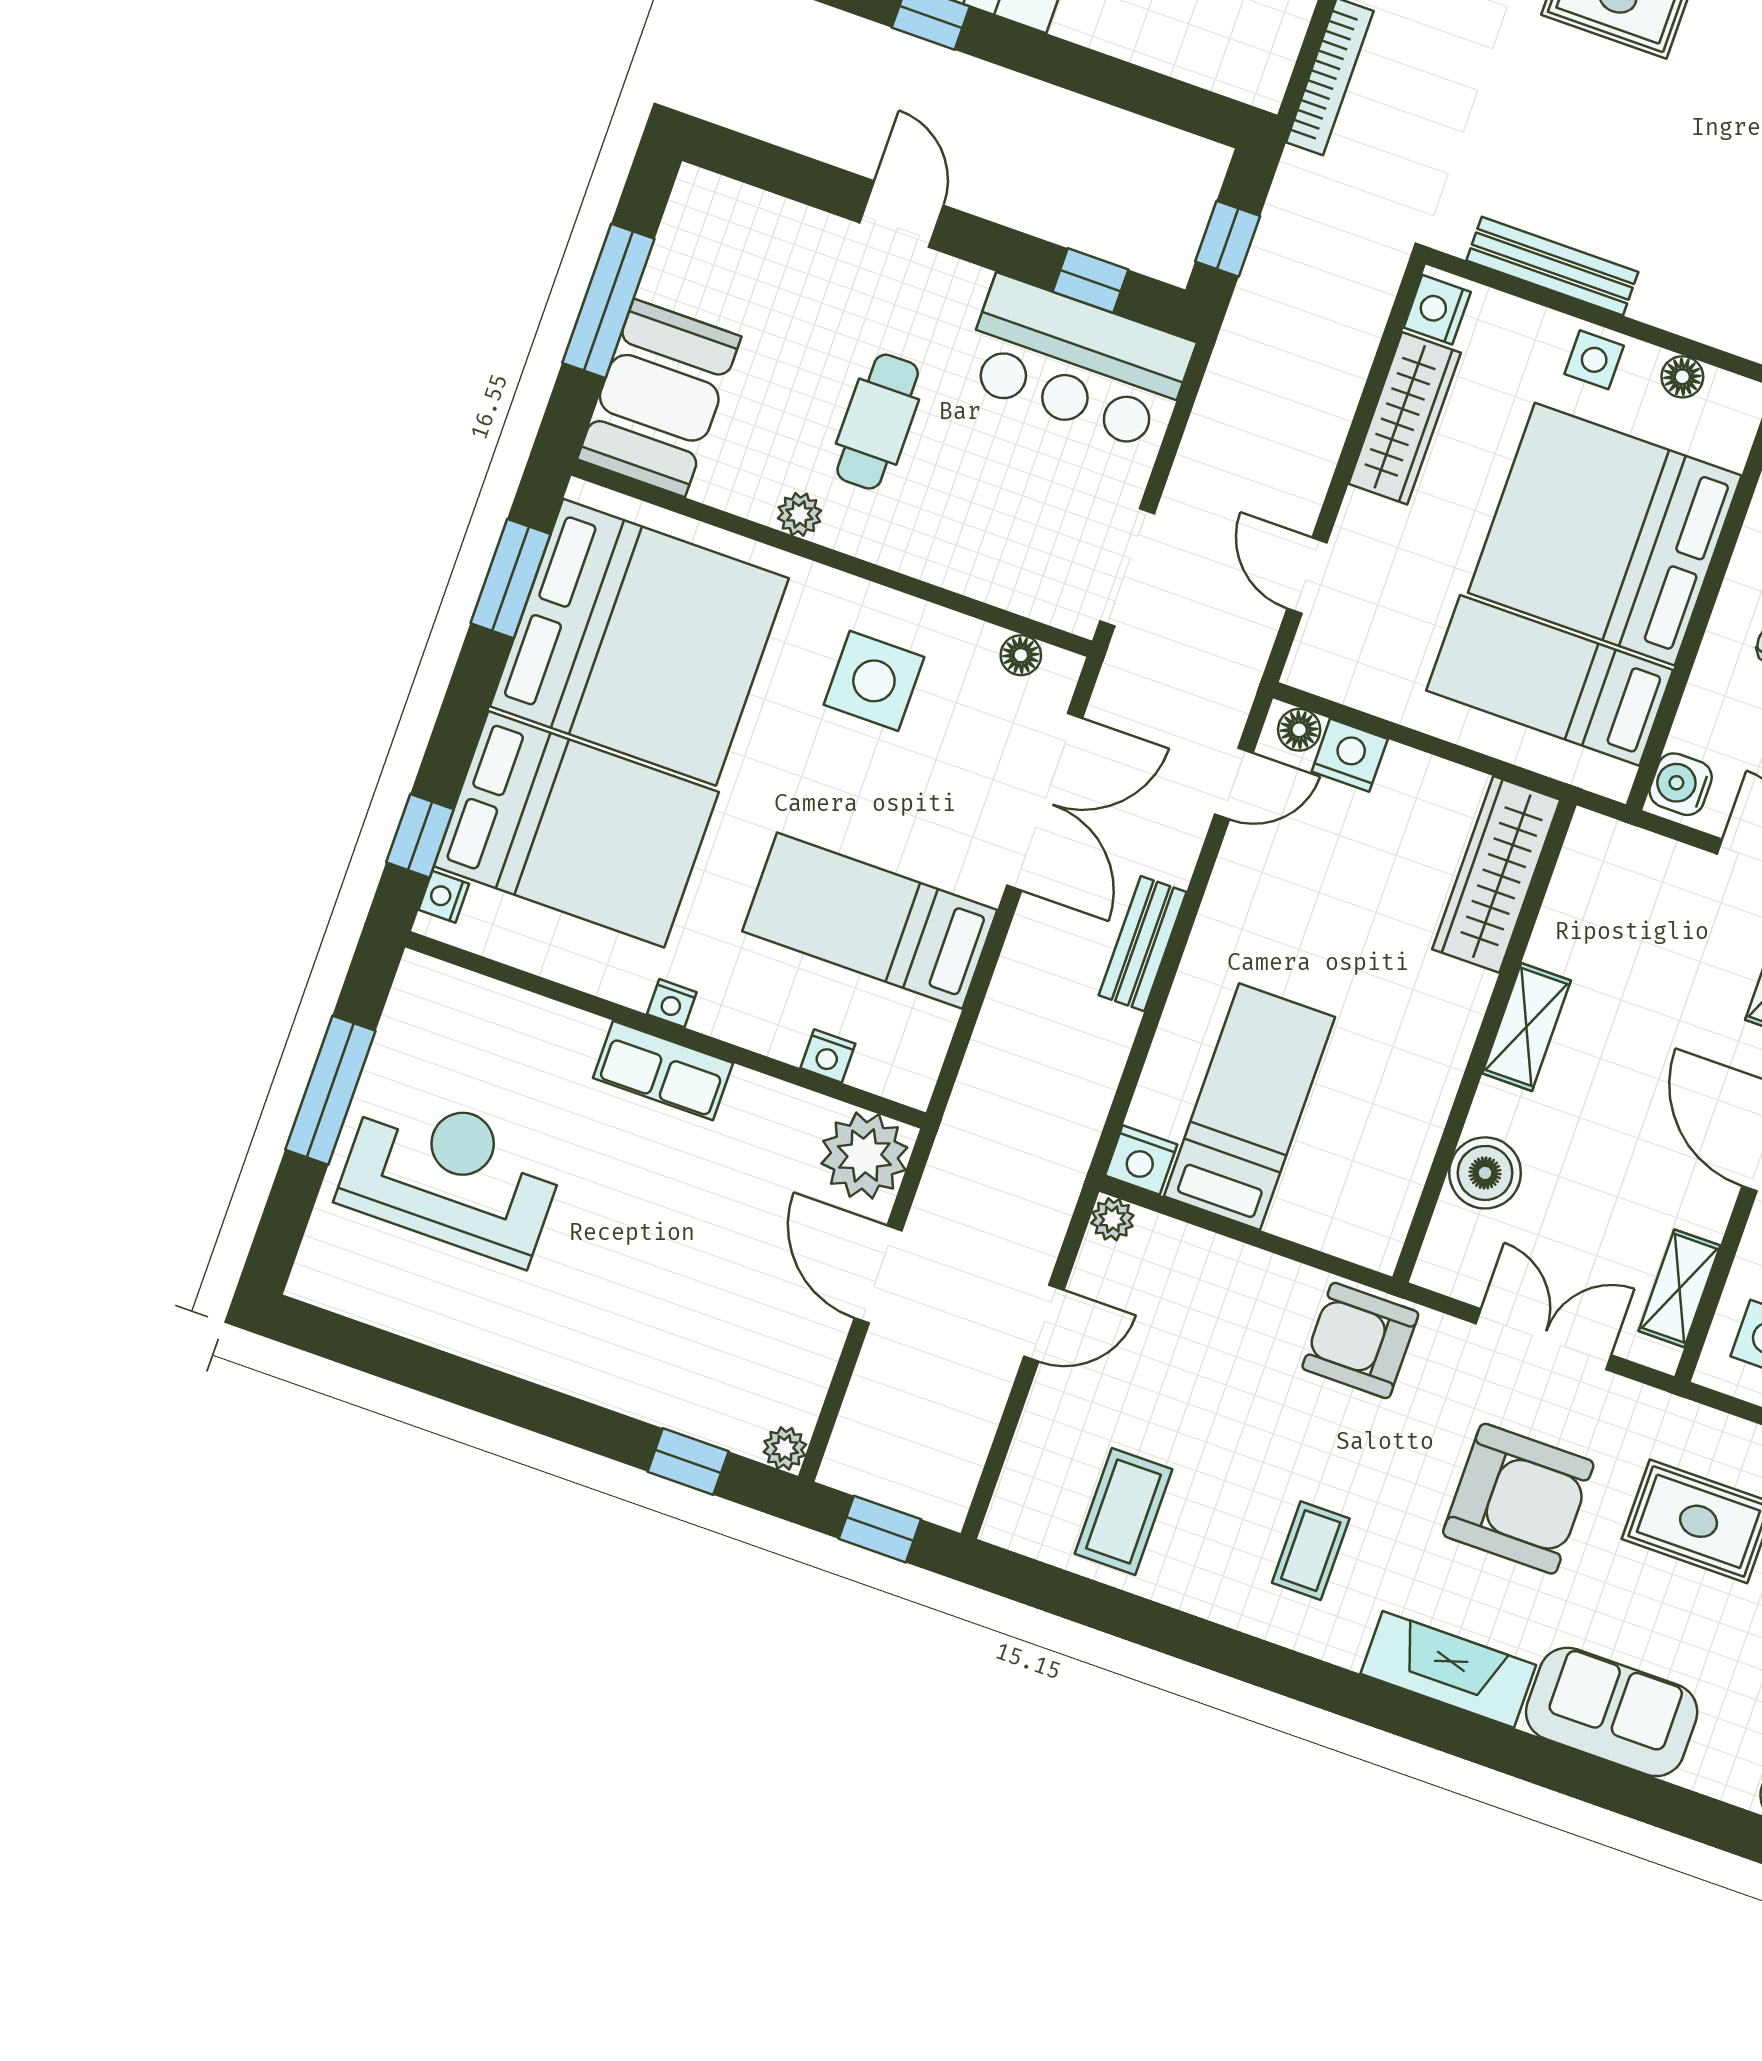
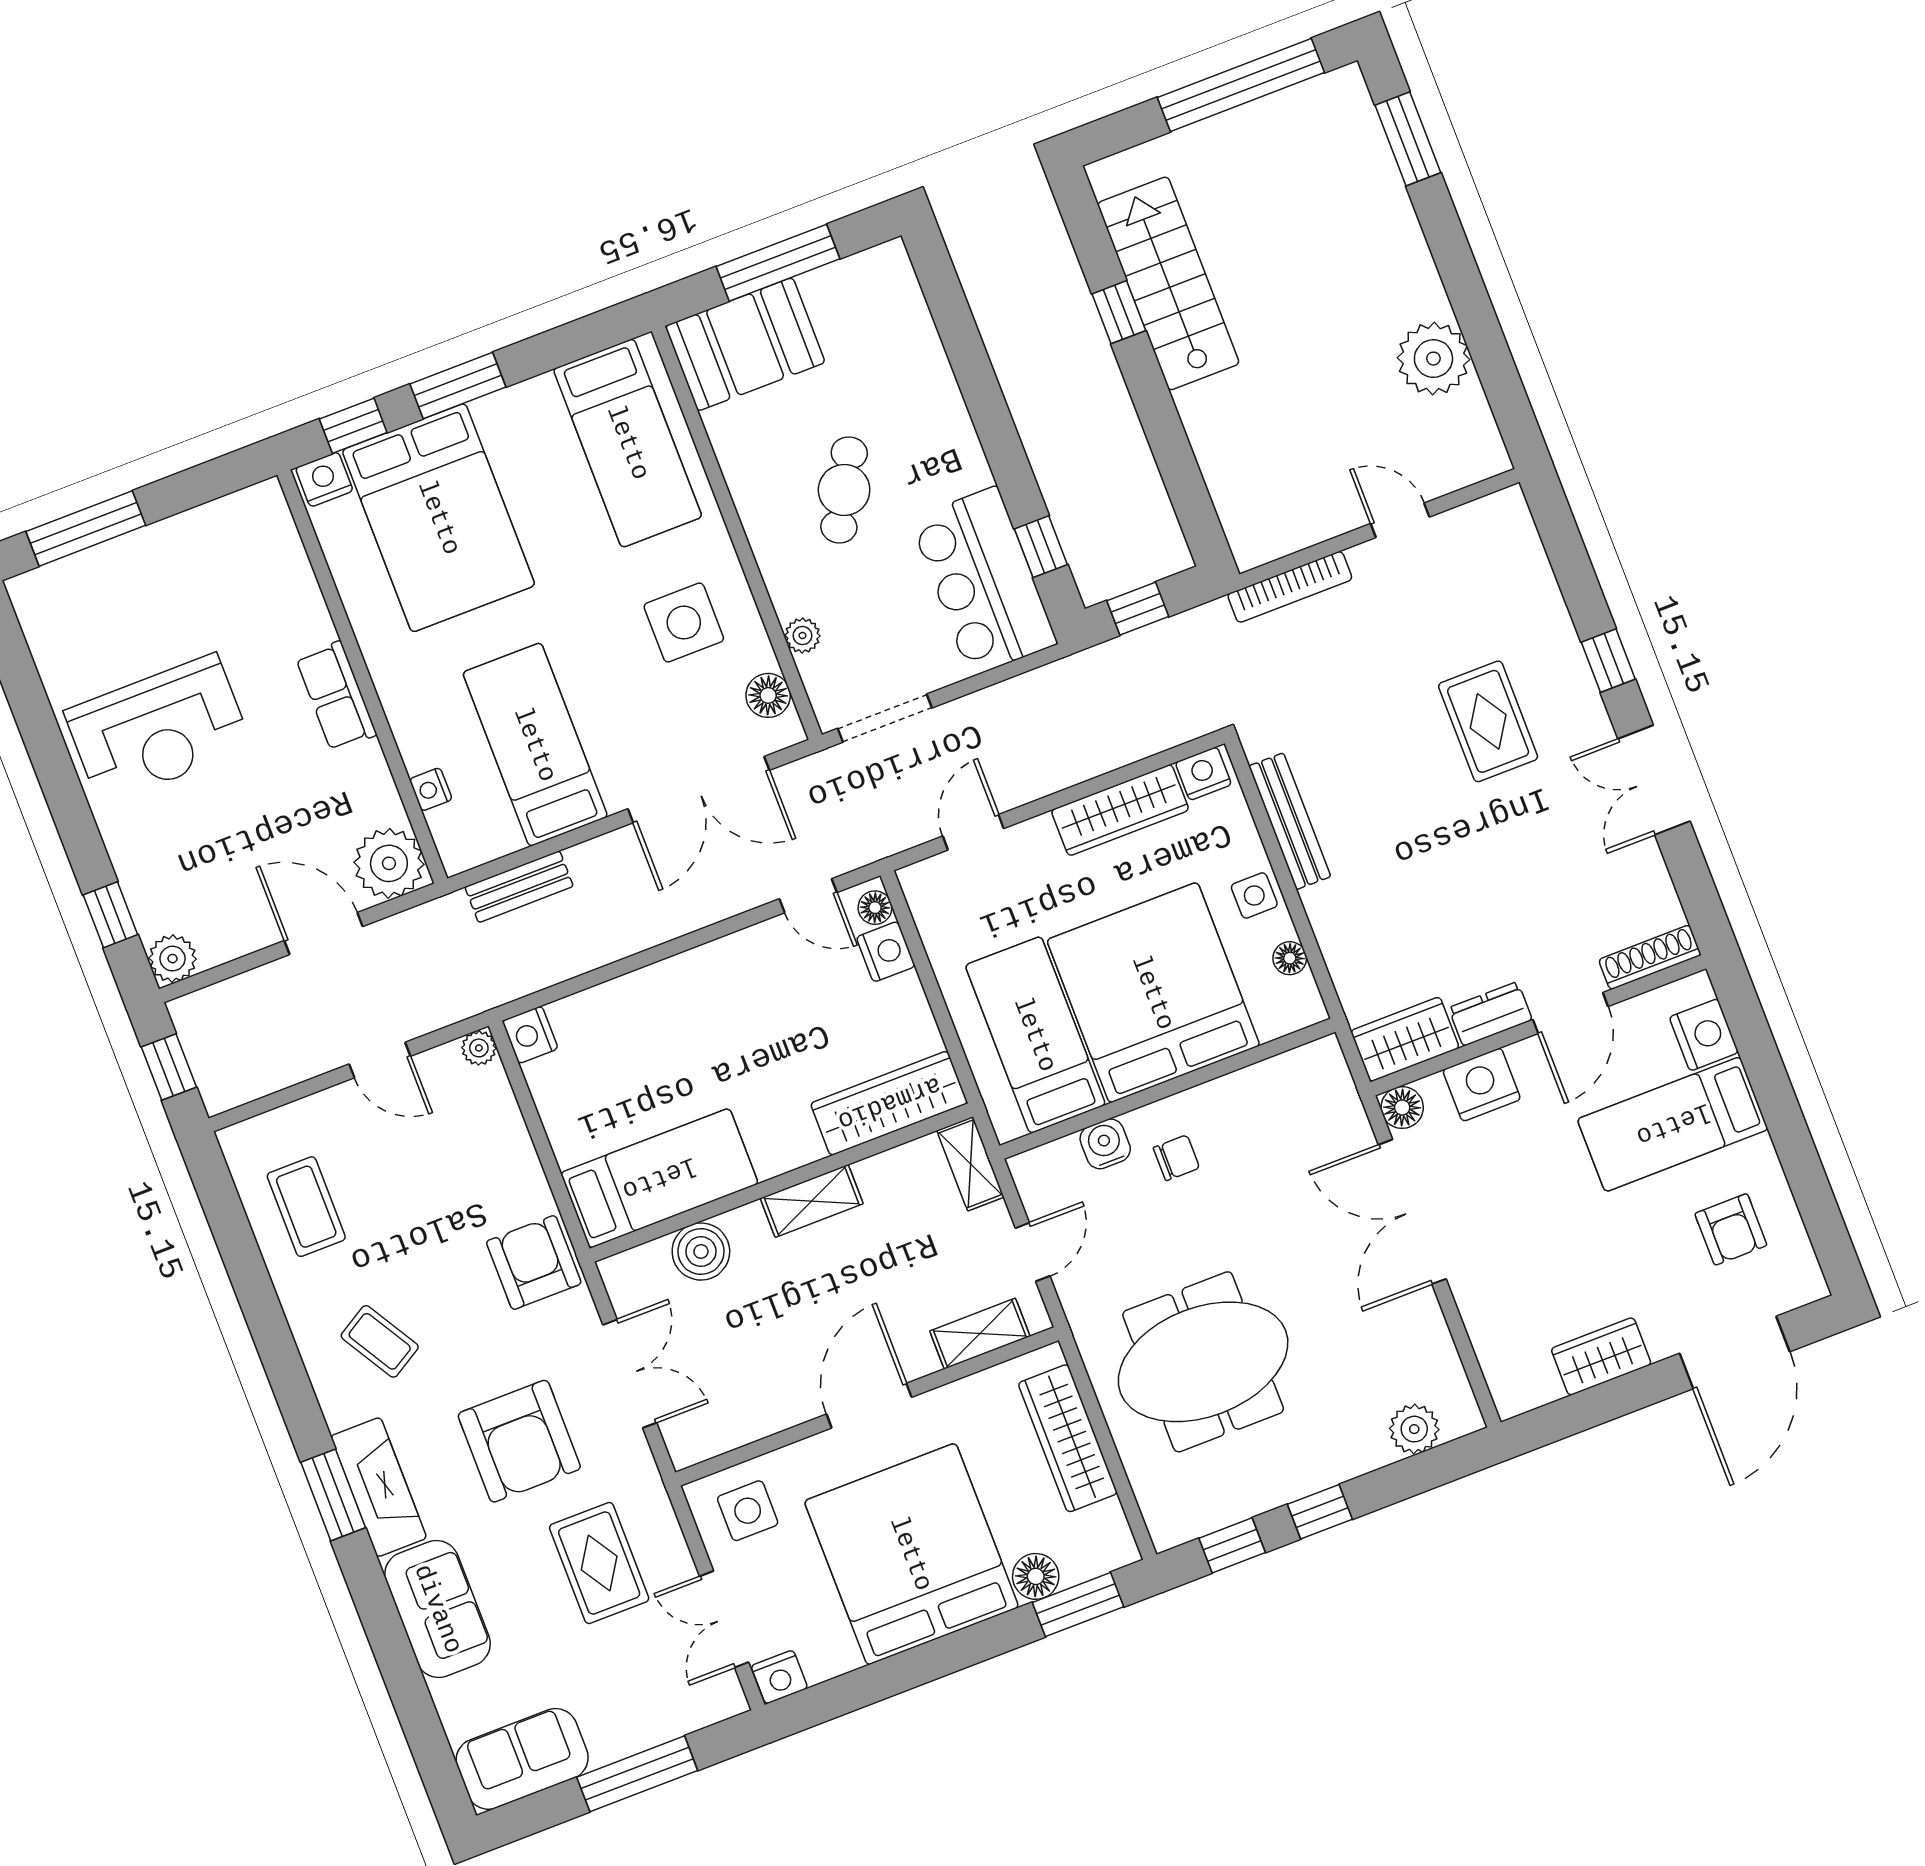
door: (901, 214) -> (983, 397), removed
cafe table: (878, 422) -> (844, 490), turned -61
plant: (799, 514) -> (802, 636), moved
window: (511, 579) -> (458, 386), moved
bed: (639, 642) -> (628, 443), width x0.49
floor lamp: (1021, 655) -> (768, 695), width x1.37, depth x1.37
water cooler: (1681, 784) -> (1105, 1144), moved
nightstand: (444, 897) -> (324, 479), width x1.39, depth x1.35
bench: (1143, 944) -> (519, 887), moved
nightstand: (672, 1003) -> (382, 667), removed
window: (330, 1090) -> (86, 528), moved
bed: (1250, 1107) -> (659, 1178), moved
reception desk: (451, 1175) -> (158, 729), moved, turned 90
door: (878, 1274) -> (323, 934), hinge flipped
shelving: (1679, 1288) -> (970, 1164), moved, turned 90
plant: (785, 1448) -> (173, 959), width x1.38, depth x1.38
coffee table: (1123, 1511) -> (306, 1207), turned 90
coffee table: (1311, 1551) -> (380, 1341), turned 59
window: (1419, 1719) -> (333, 1495), added

